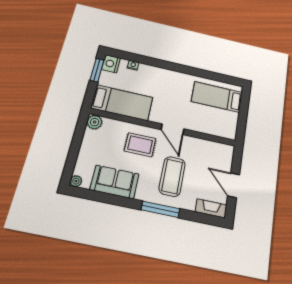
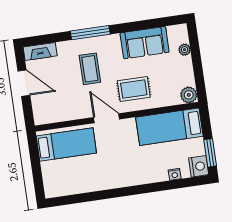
bed: (217, 97) -> (66, 144), moved
coffee table: (172, 176) -> (90, 69), width x0.73, depth x0.76
plant: (76, 181) -> (185, 50), moved

